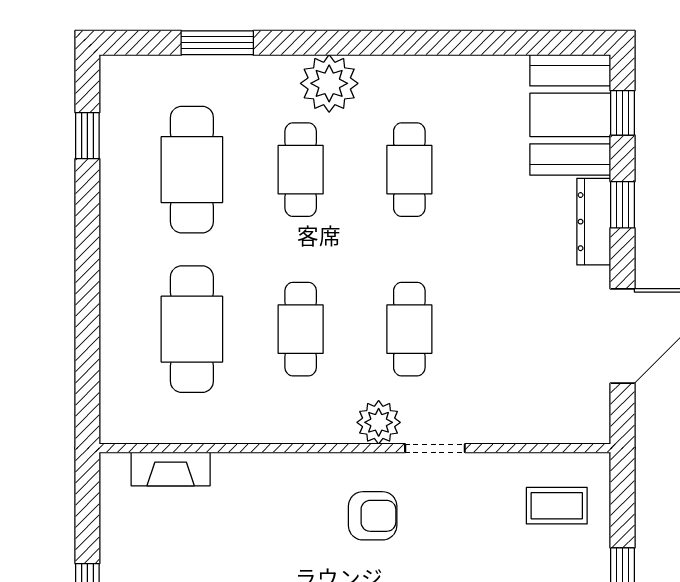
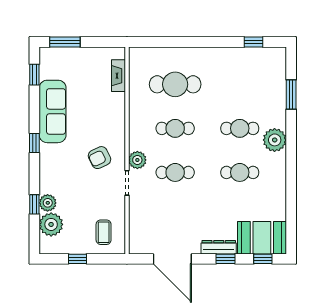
cafe table: (192, 170) -> (240, 84), removed
armchair: (373, 516) -> (99, 158), turned 65

